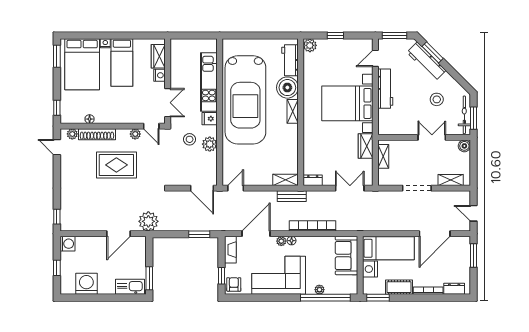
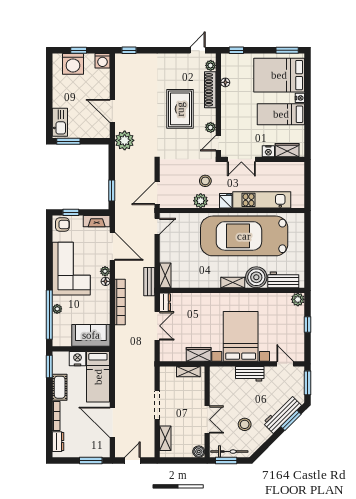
workbench: (385, 89) -> (250, 374), width x0.73
door: (236, 188) -> (157, 226), hinge flipped
double door: (350, 188) -> (157, 326), moved
washing machine: (86, 284) -> (73, 64), moved, turned 90

